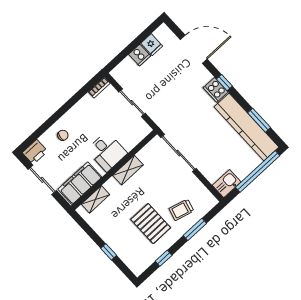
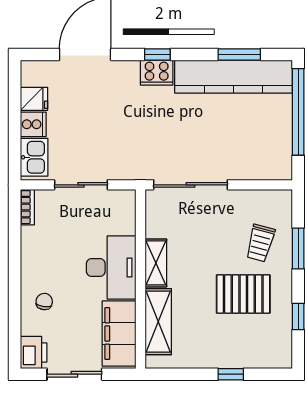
desk: (107, 152) -> (111, 267), width x1.37
kitchen sink: (227, 184) -> (34, 157), moved, turned 180
shelving: (95, 199) -> (158, 322), width x1.50, depth x1.33

